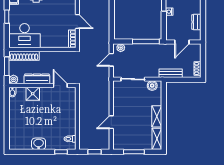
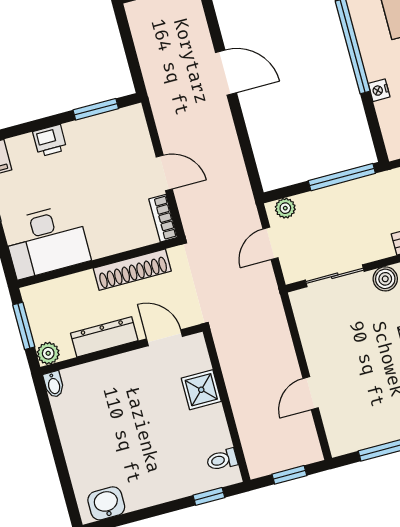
shoe rack: (24, 56) -> (132, 270), moved
shower: (33, 94) -> (201, 390), moved
washbasin: (39, 144) -> (106, 503), moved

